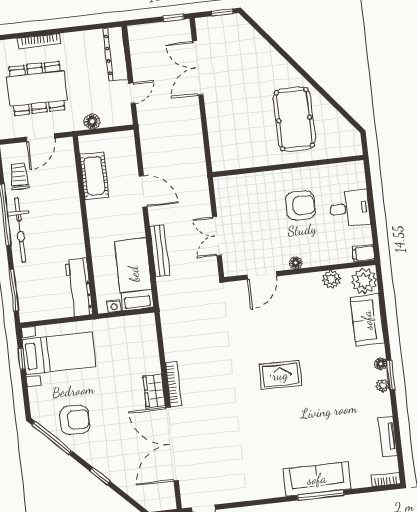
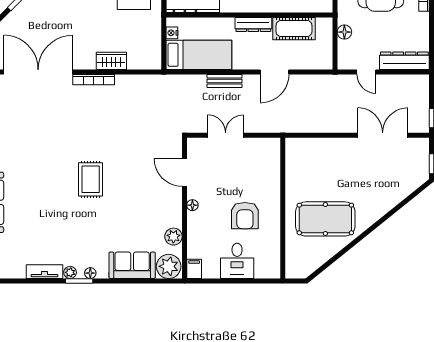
dresser: (95, 220) -> (253, 24), added
bench: (160, 251) -> (224, 81), width x0.73
wardrobe: (154, 391) -> (111, 61), moved
tv unit: (387, 436) -> (44, 272), moved

